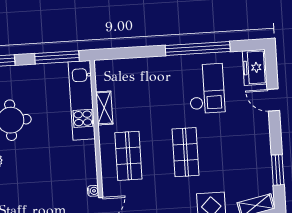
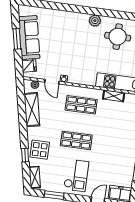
checkout: (207, 89) -> (76, 175), moved, turned -90

